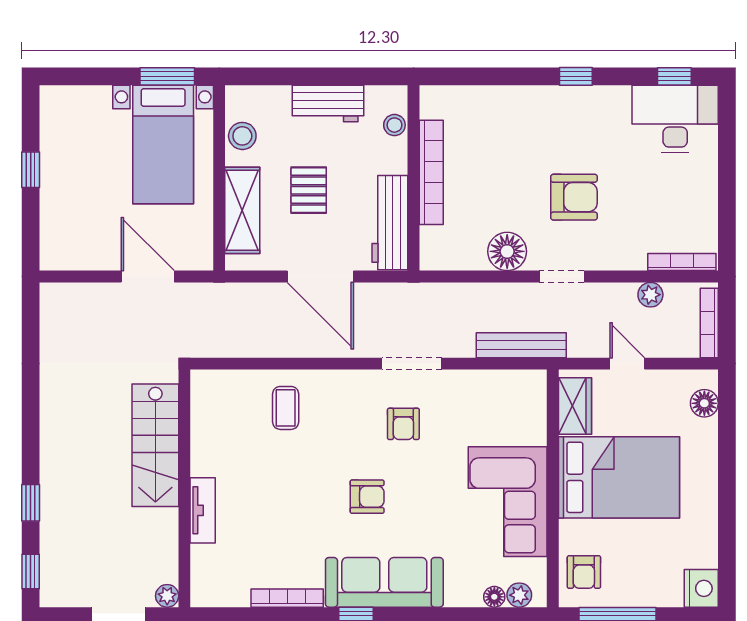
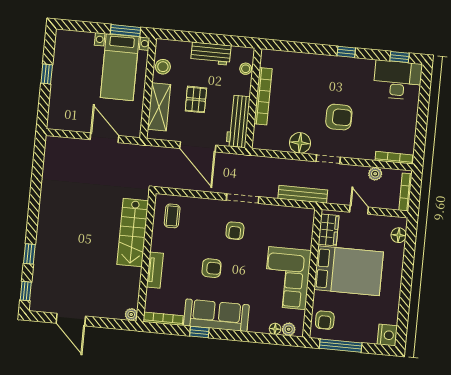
stairs: (155, 445) -> (133, 233), moved
wall: (184, 488) -> (146, 257), moved
tv unit: (203, 510) -> (155, 270), moved
plant: (167, 596) -> (131, 314), moved

